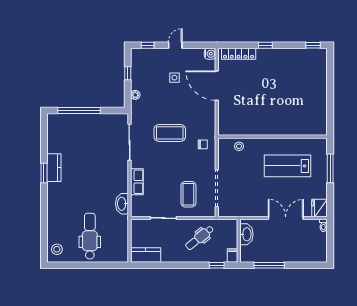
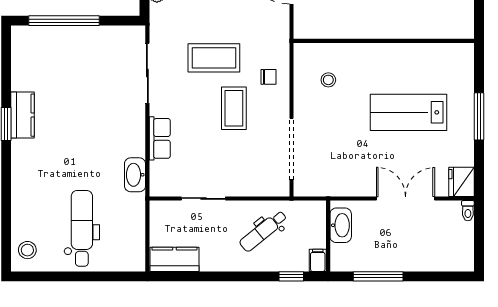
wall: (273, 137) -> (384, 41), moved
coffee table: (188, 194) -> (234, 108), moved

